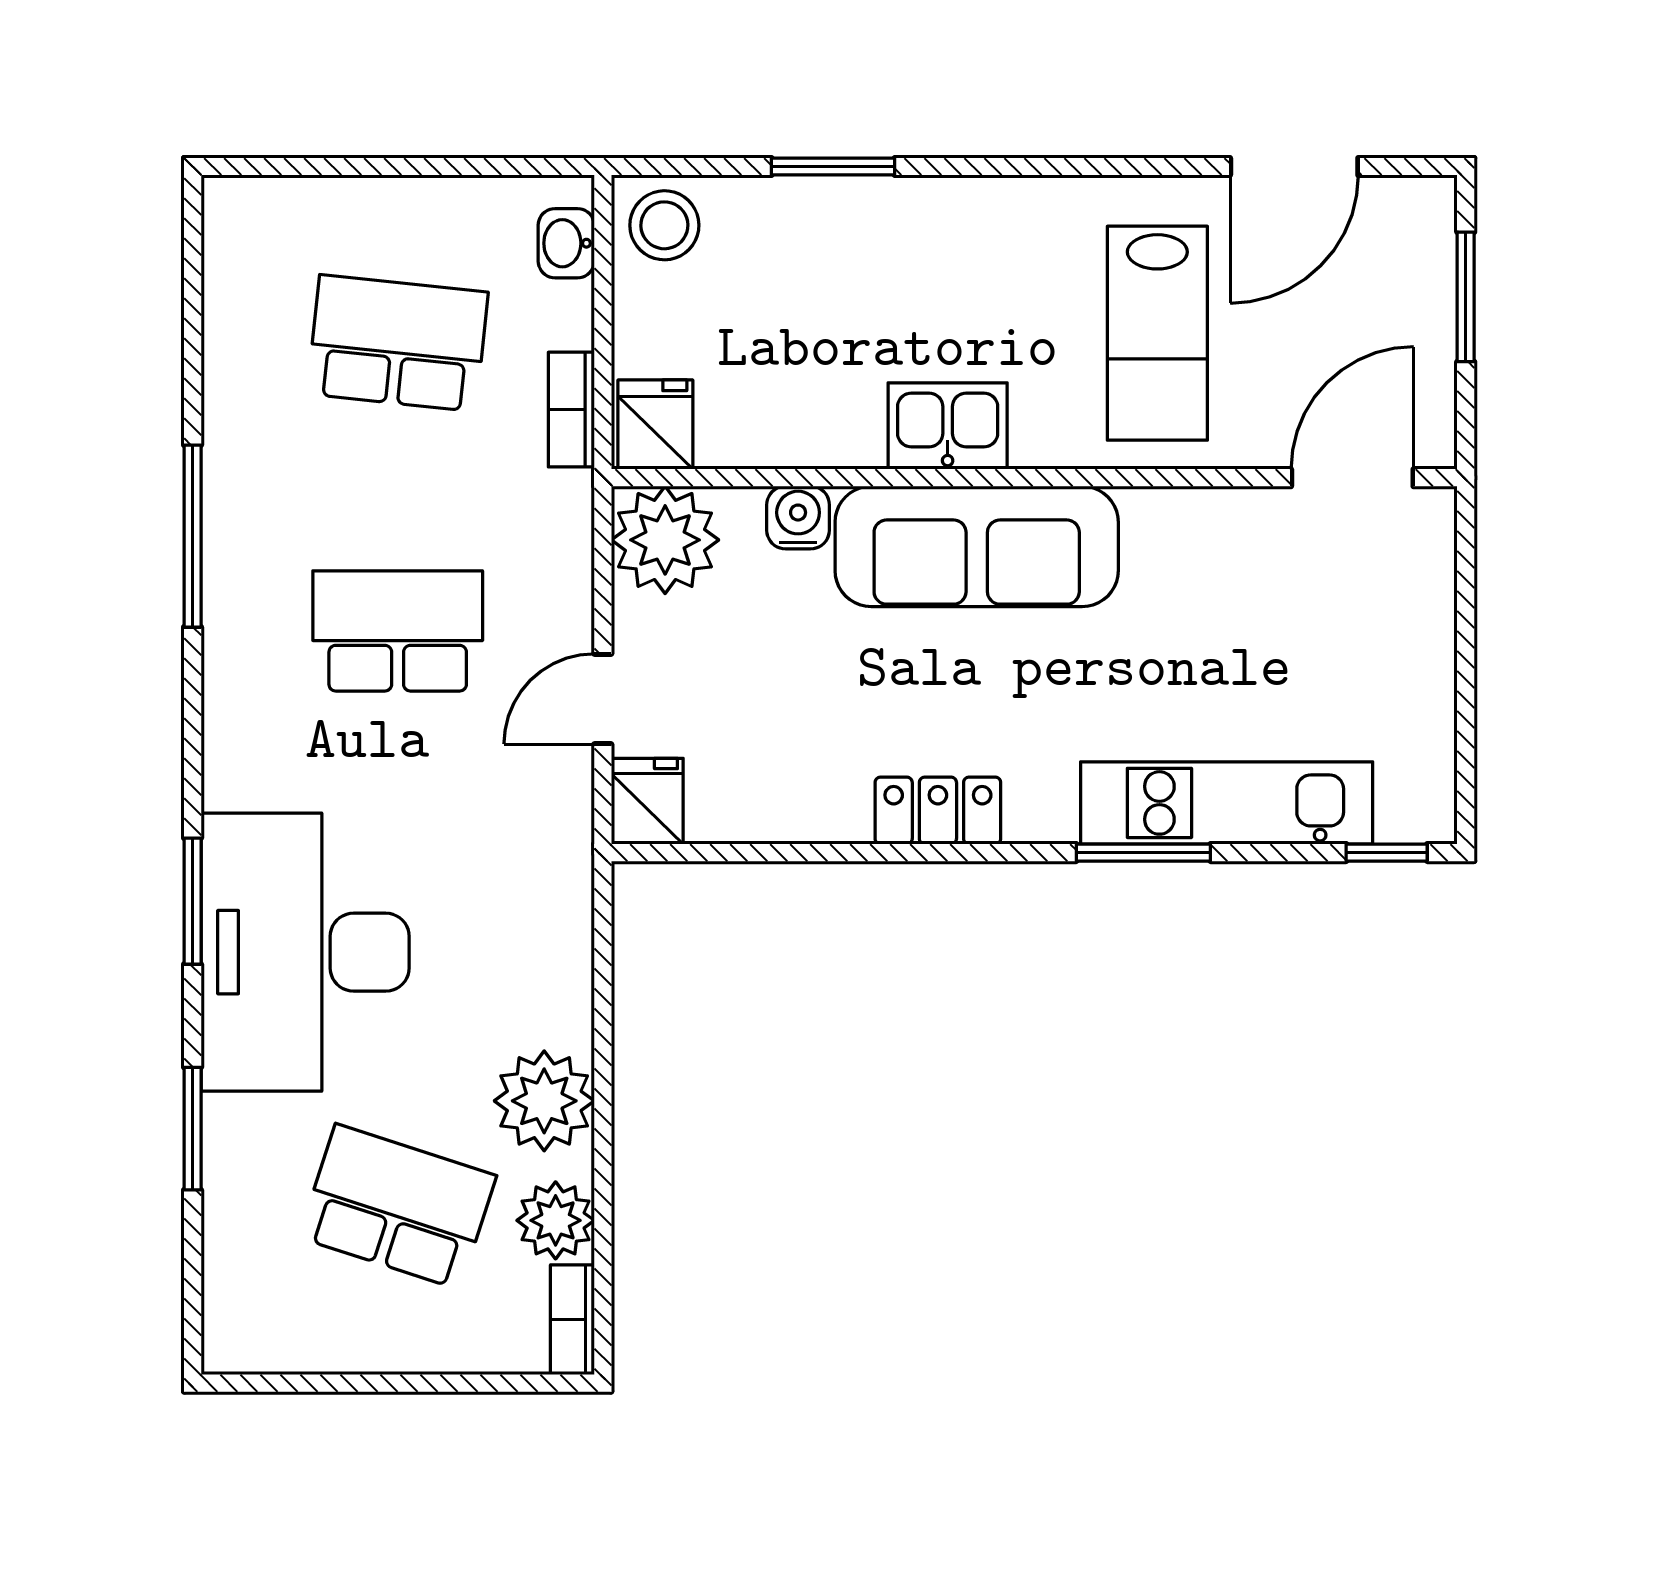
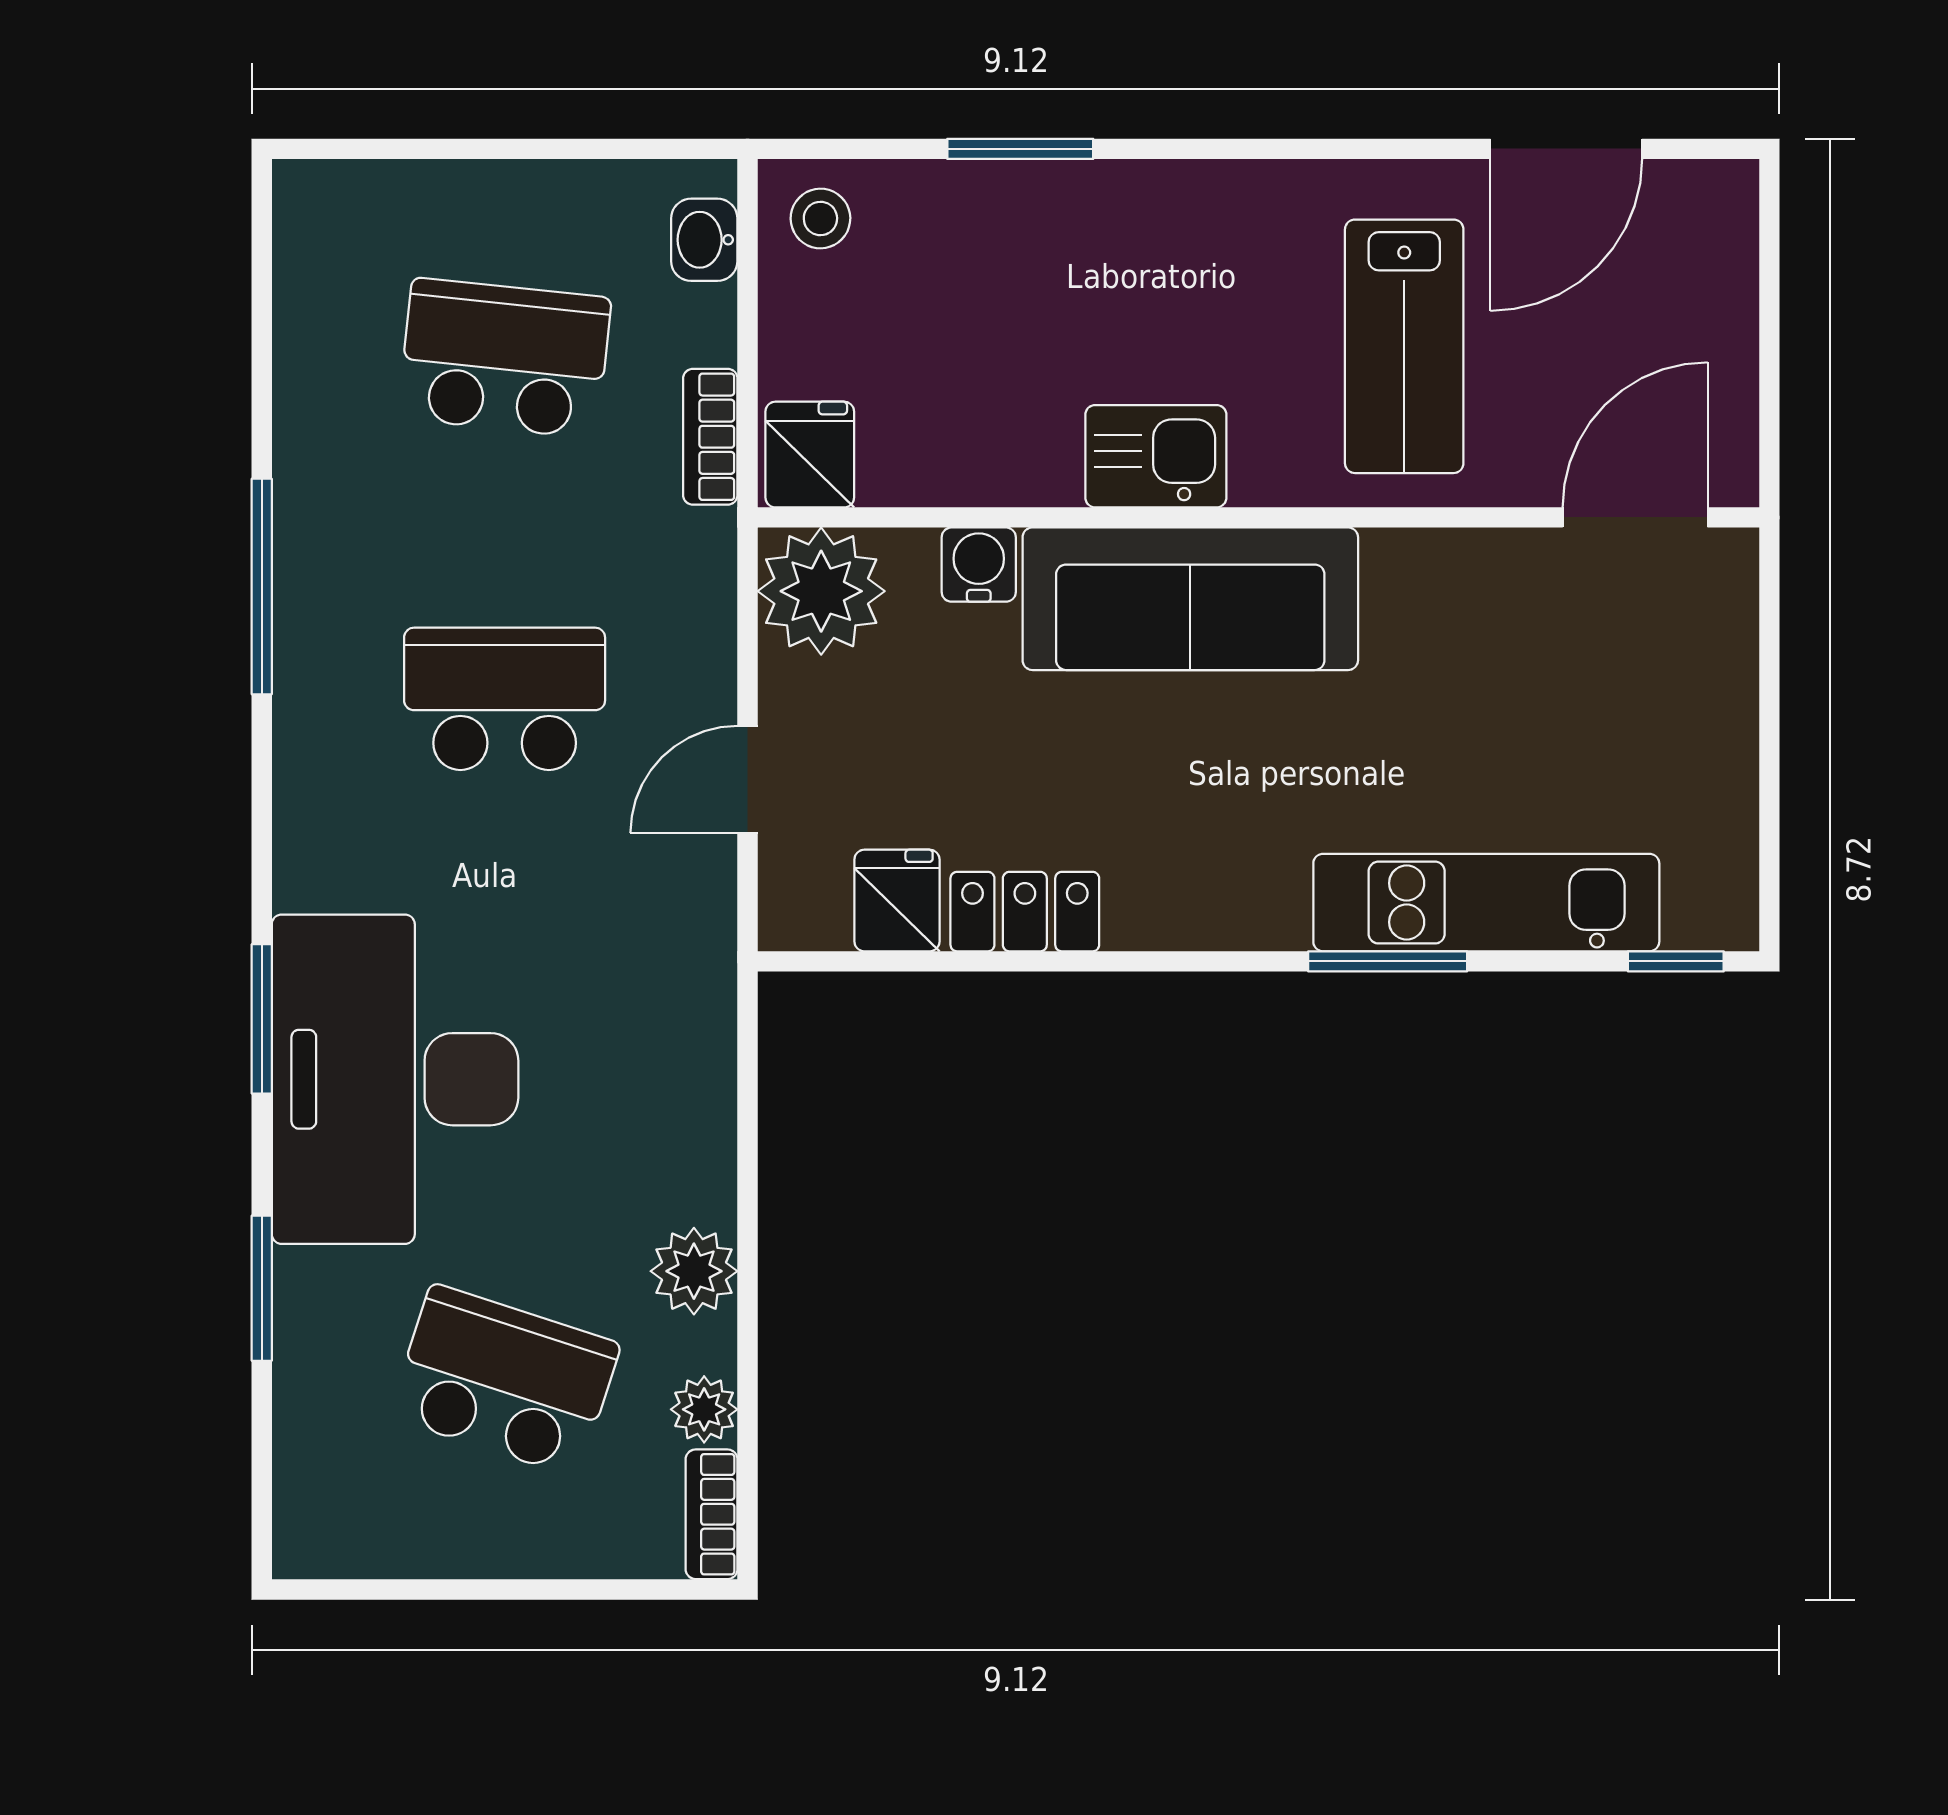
stool: (664, 225) -> (820, 218), width x0.73, depth x0.73
window: (1466, 297) -> (1769, 303), removed
fridge: (647, 801) -> (897, 901), moved
locker: (938, 811) -> (1025, 912), moved
plant: (544, 1101) -> (694, 1271), width x0.73, depth x0.73
plant: (556, 1220) -> (704, 1409), width x0.73, depth x0.73

